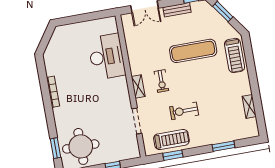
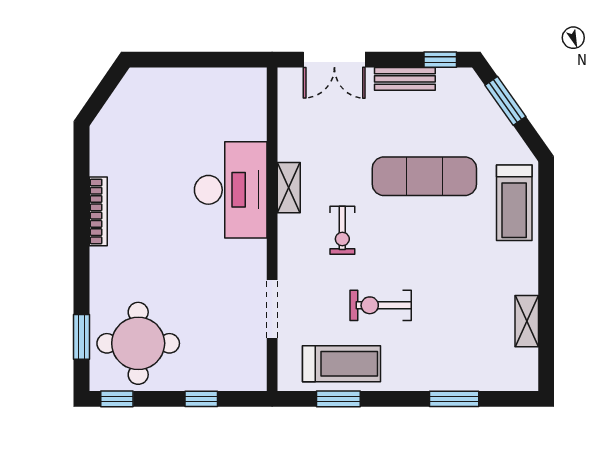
desk: (107, 57) -> (231, 190), moved
shelving: (138, 86) -> (289, 188), moved

